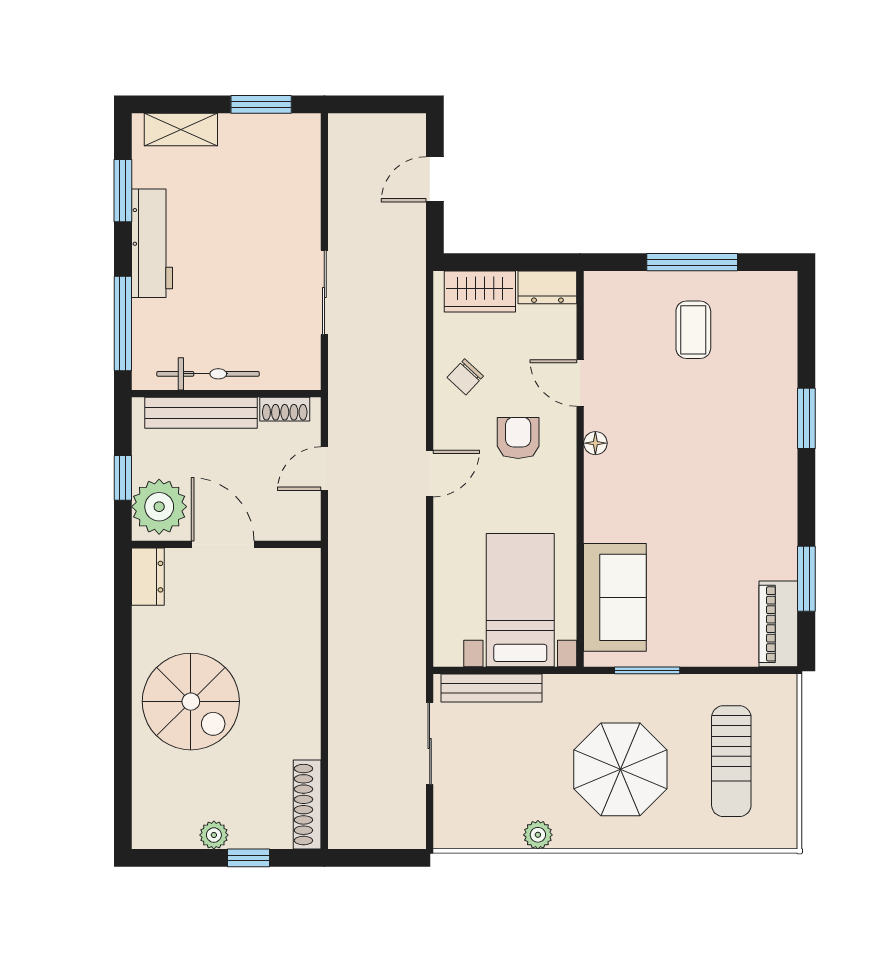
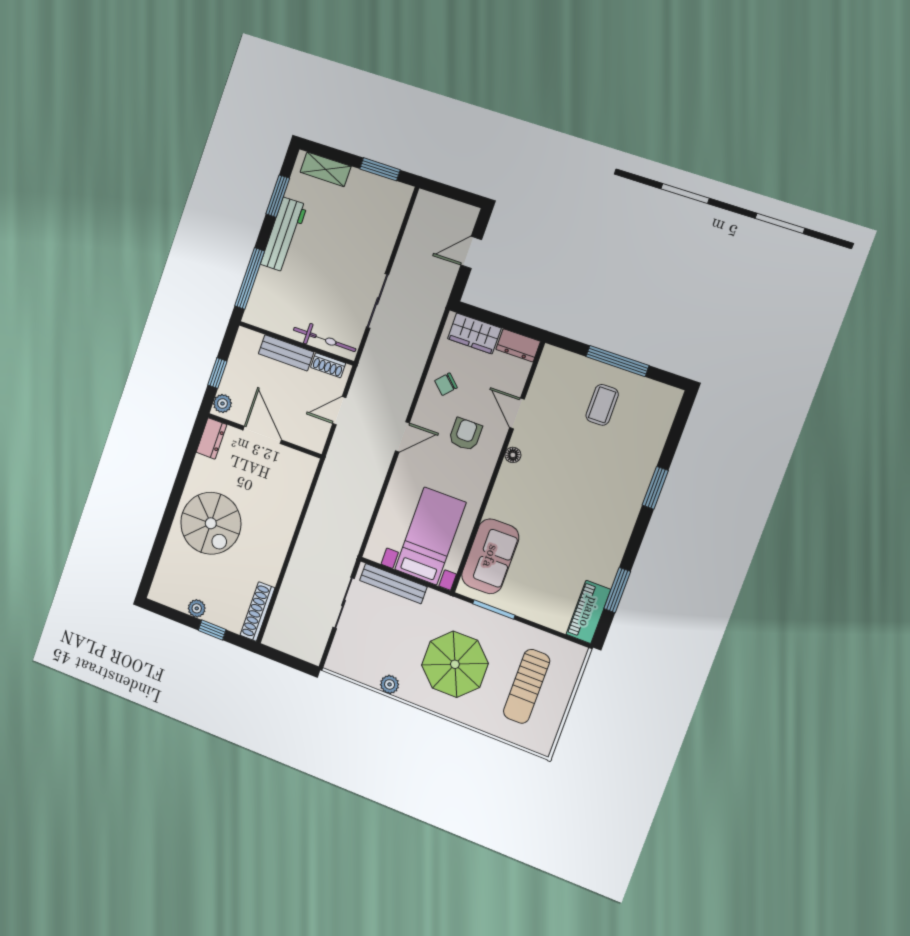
bicycle: (208, 374) -> (325, 339), moved
bench: (201, 413) -> (286, 353), width x0.73
plant: (159, 507) -> (222, 403), width x0.53, depth x0.53

